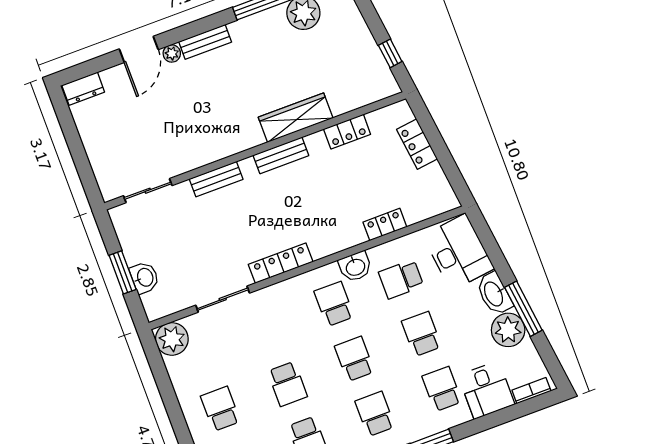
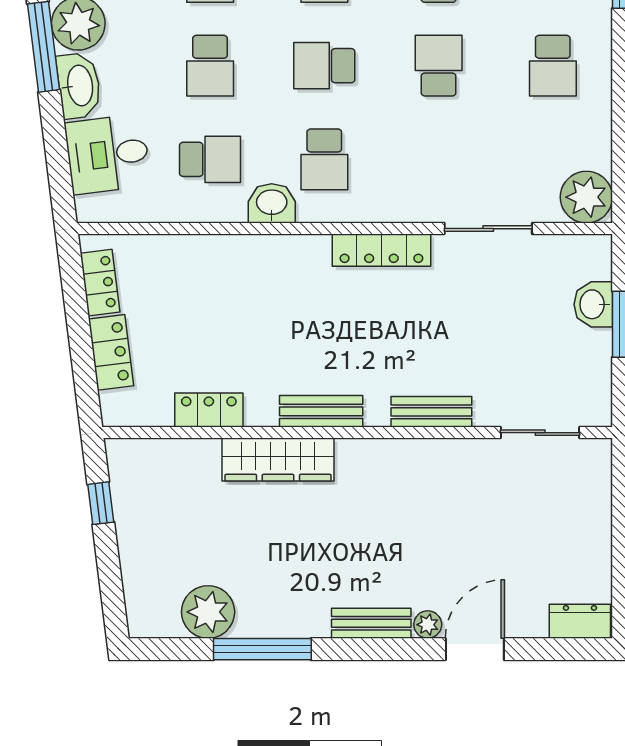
locker: (385, 225) -> (100, 283), moved, turned -97
desk: (458, 252) -> (108, 154), width x0.73
school desk: (354, 359) -> (324, 66), turned 90

